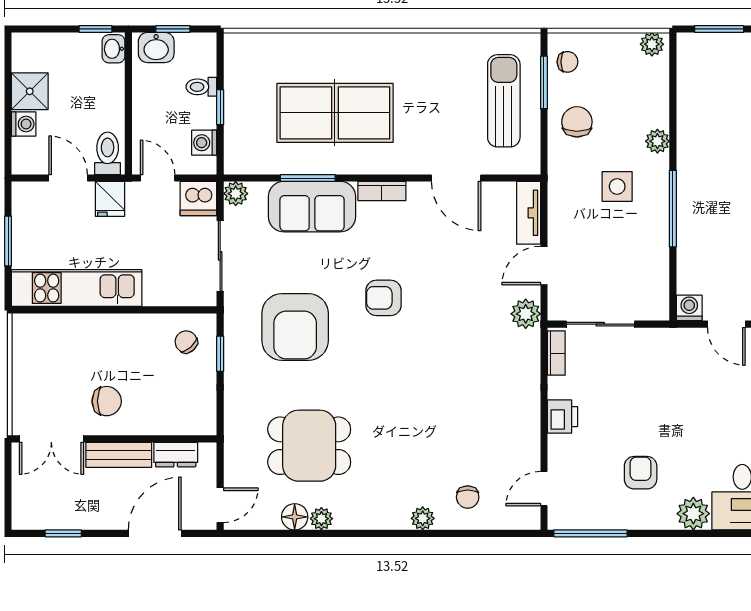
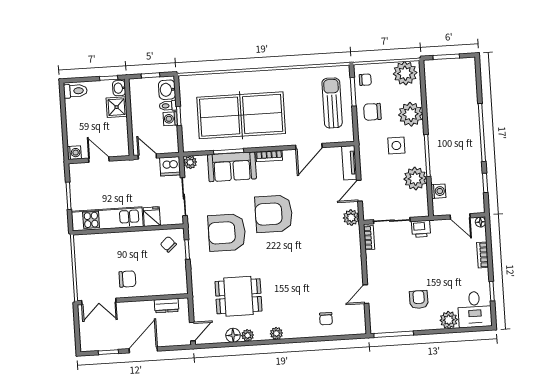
plant: (652, 44) -> (405, 73), width x1.87, depth x1.87
washbasin: (156, 48) -> (167, 90), moved, turned 90
shower: (30, 91) -> (117, 107), moved
table tennis table: (335, 113) -> (241, 115), width x1.36, depth x1.32
chair: (577, 122) -> (372, 112), turned -90
washing machine: (24, 124) -> (74, 153), moved
plant: (657, 141) -> (411, 114), width x1.88, depth x1.88
washing machine: (204, 143) -> (170, 119), moved
toilet: (108, 153) -> (75, 91), moved, turned 90
door: (456, 178) -> (309, 146), hinge flipped
fridge: (110, 199) -> (152, 217), moved, turned 180
plant: (648, 249) -> (415, 179), added
armchair: (384, 298) -> (274, 214), width x1.88, depth x1.88
washing machine: (689, 308) -> (438, 191), moved, turned 90
armchair: (295, 327) -> (227, 233), turned 90
printer: (563, 417) -> (421, 229), moved, turned 90
bench: (119, 455) -> (136, 308), removed
door: (544, 489) -> (366, 294), moved
plant: (423, 518) -> (276, 333), moved
door: (155, 533) -> (143, 350), moved

